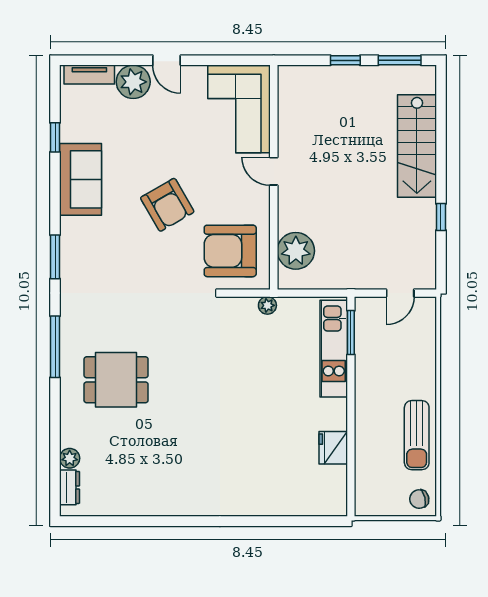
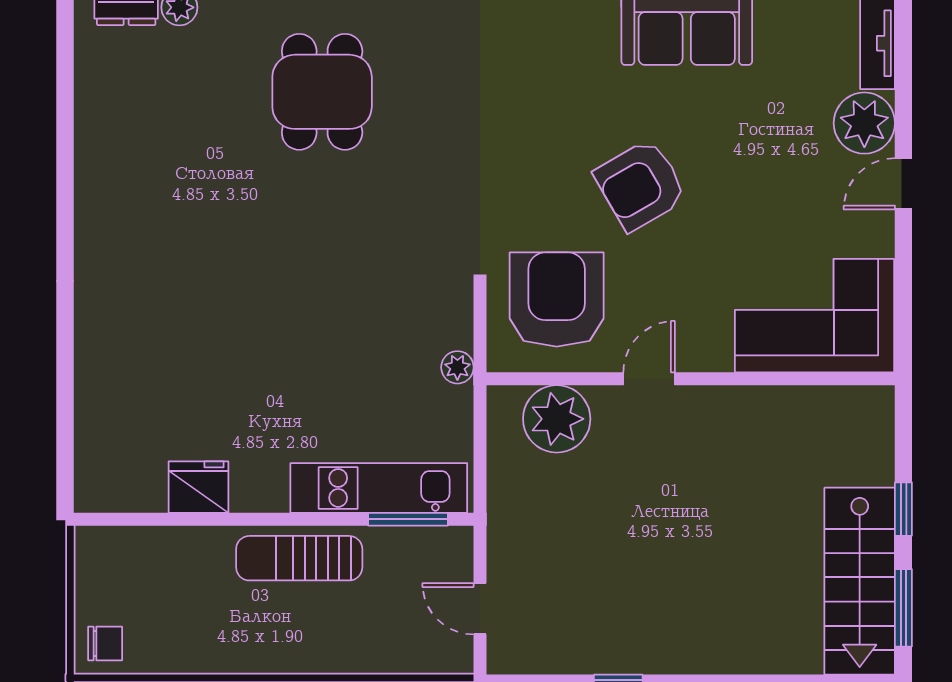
stairs: (417, 146) -> (860, 581), moved, turned -90
door: (274, 171) -> (649, 379), moved
sun lounger: (417, 435) -> (299, 558), moved
chair: (419, 499) -> (105, 643), turned 103

